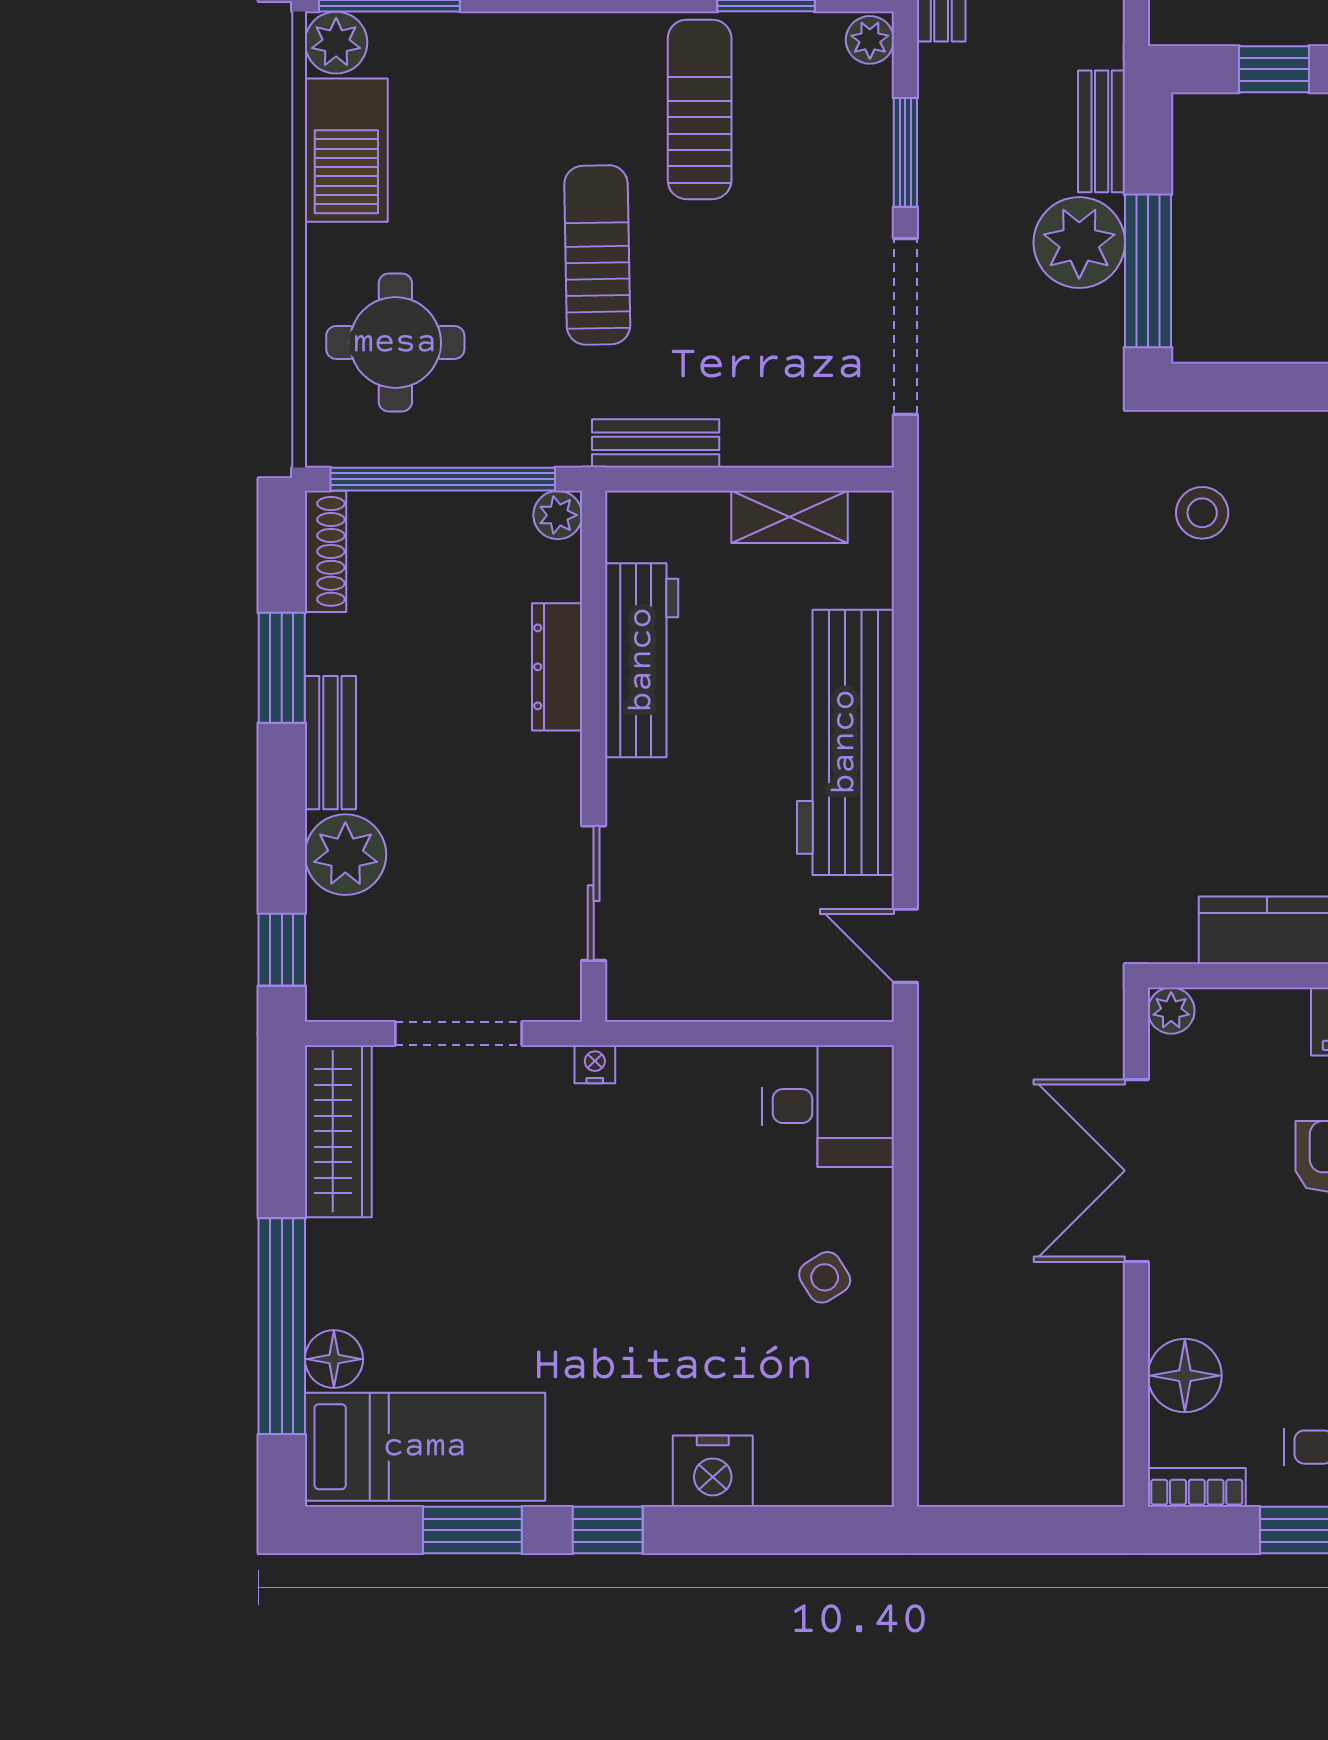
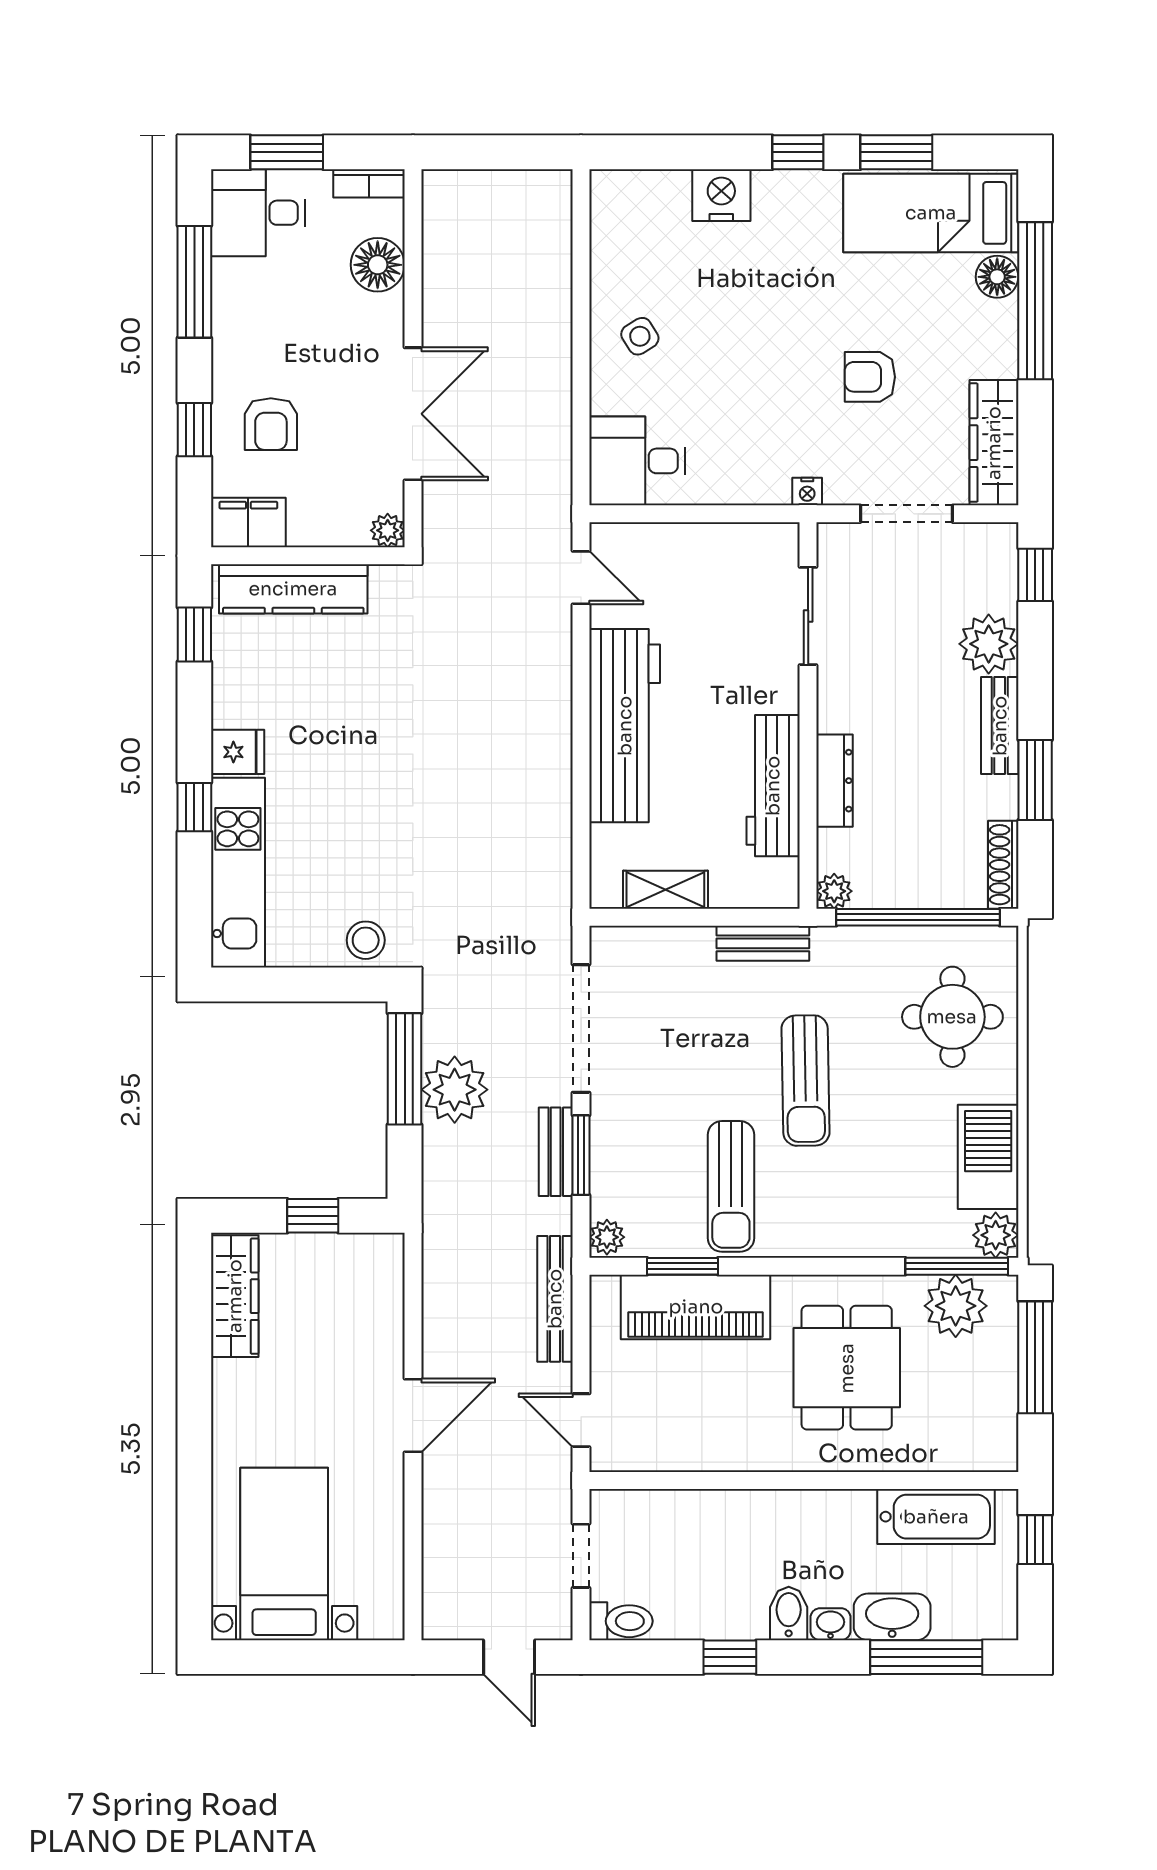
bench: (1102, 131) -> (556, 1152), moved
stool: (1202, 513) -> (366, 940), moved
armchair: (509, 1222) -> (870, 377), added

